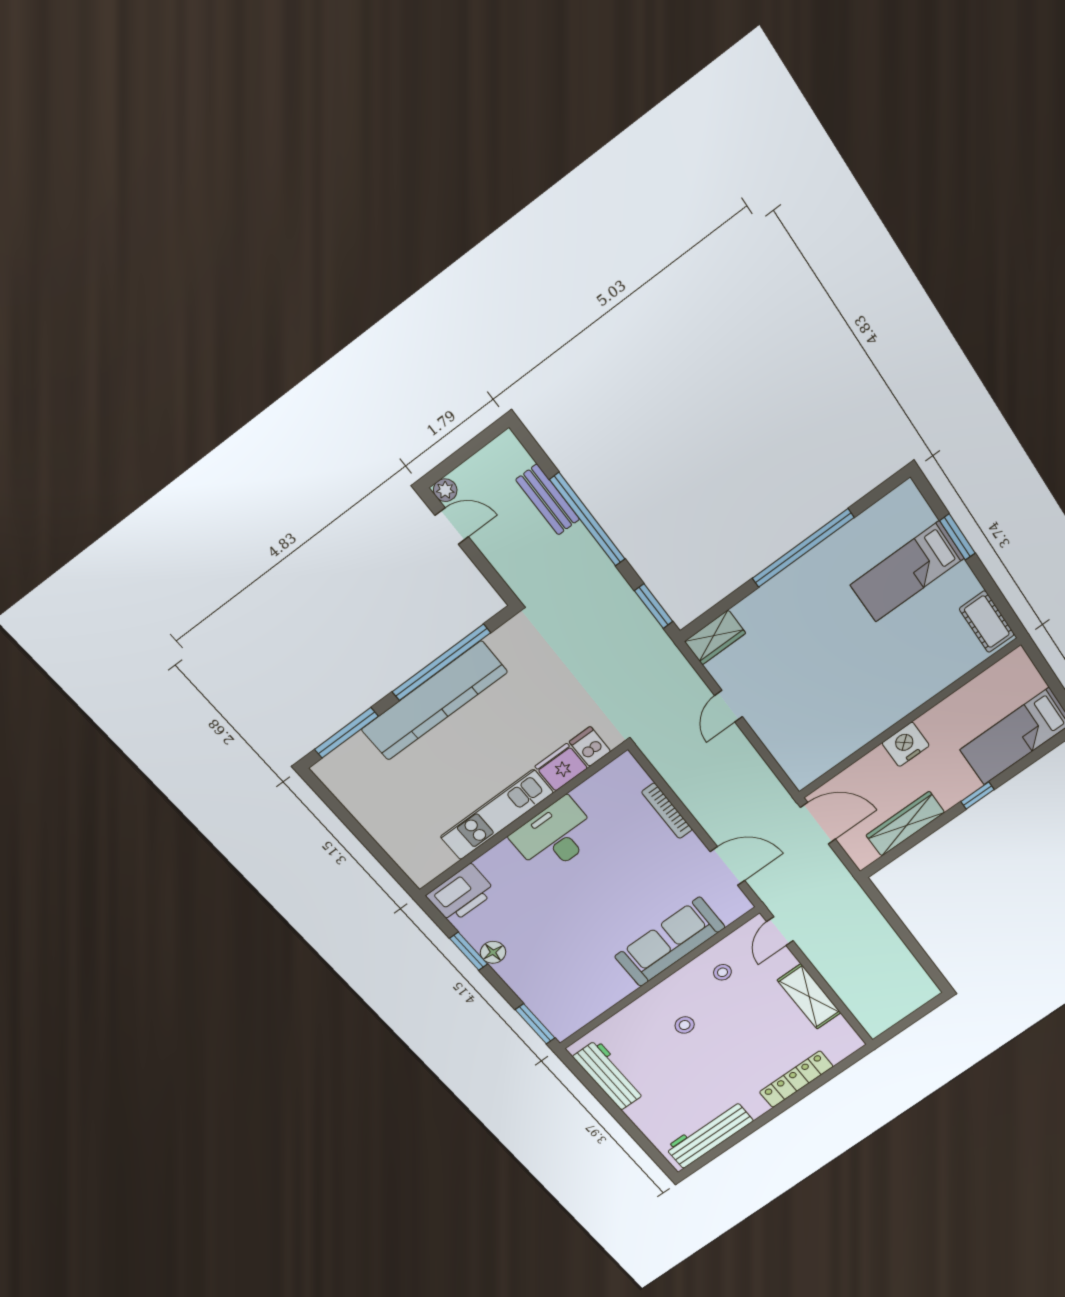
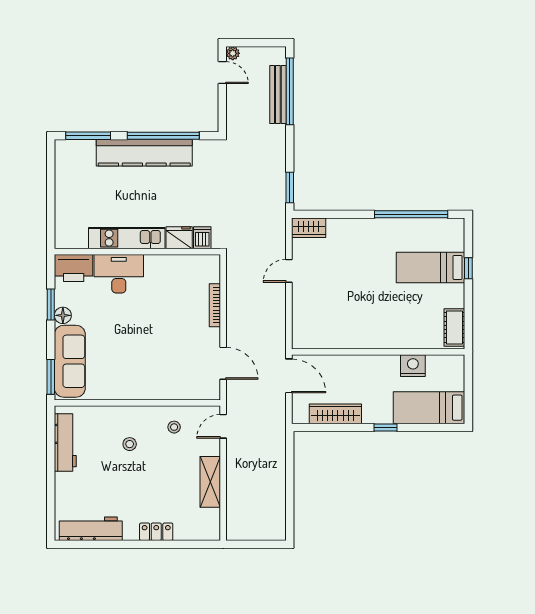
bench: (548, 500) -> (278, 95), width x1.36
window: (588, 520) -> (290, 91), moved
window: (957, 537) -> (468, 268), width x0.67
window: (803, 548) -> (411, 214), moved
nightstand: (906, 744) -> (413, 366), moved
desk: (555, 836) -> (119, 274), moved
sofa: (670, 942) -> (70, 361), moved, turned 90
locker: (796, 1079) -> (156, 532), width x0.66

